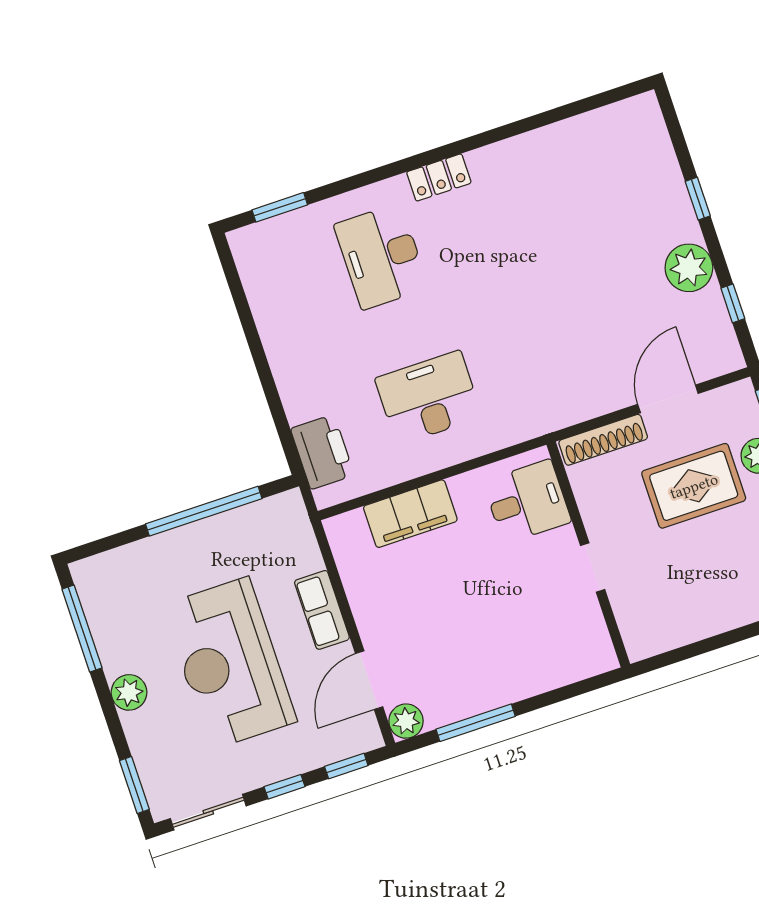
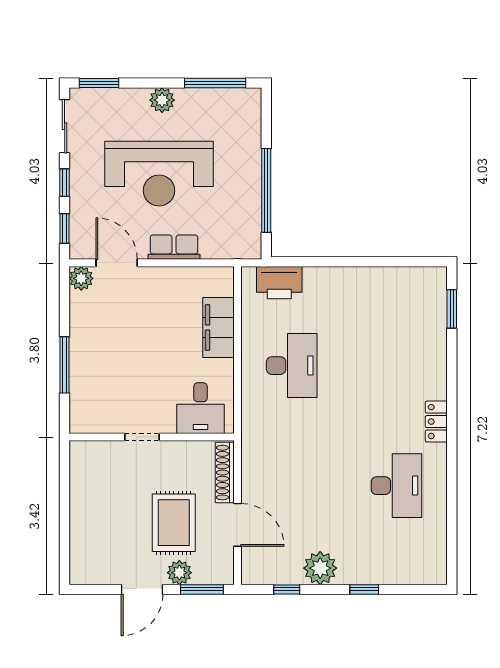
desk: (381, 256) -> (396, 486), moved, turned 90
reception desk: (230, 663) -> (159, 174), turned 180
window: (476, 723) -> (65, 365), moved

